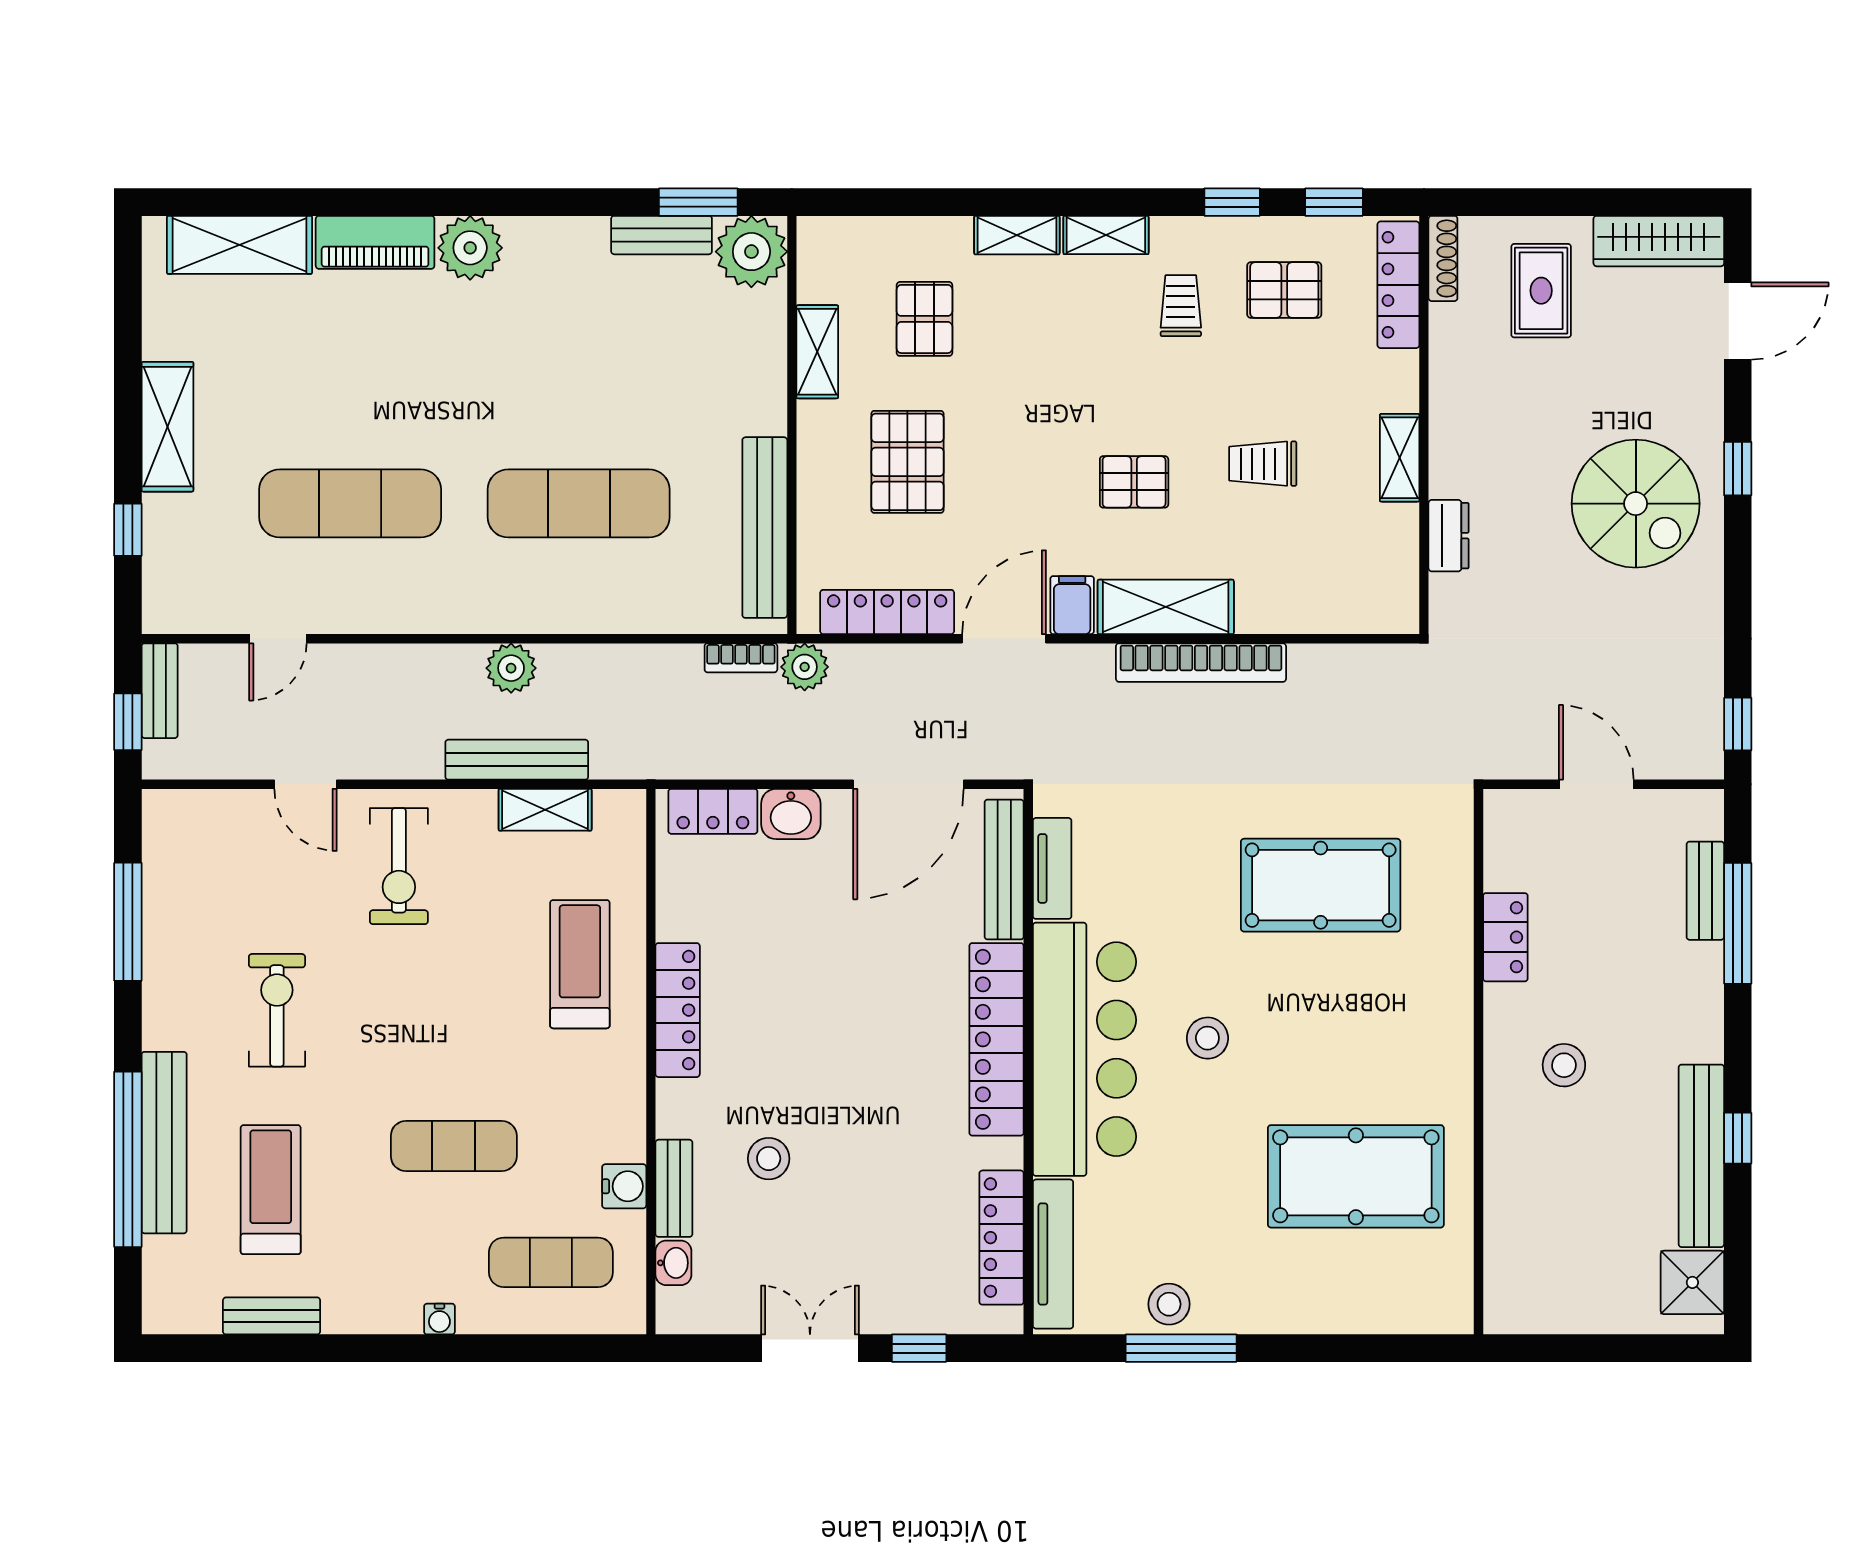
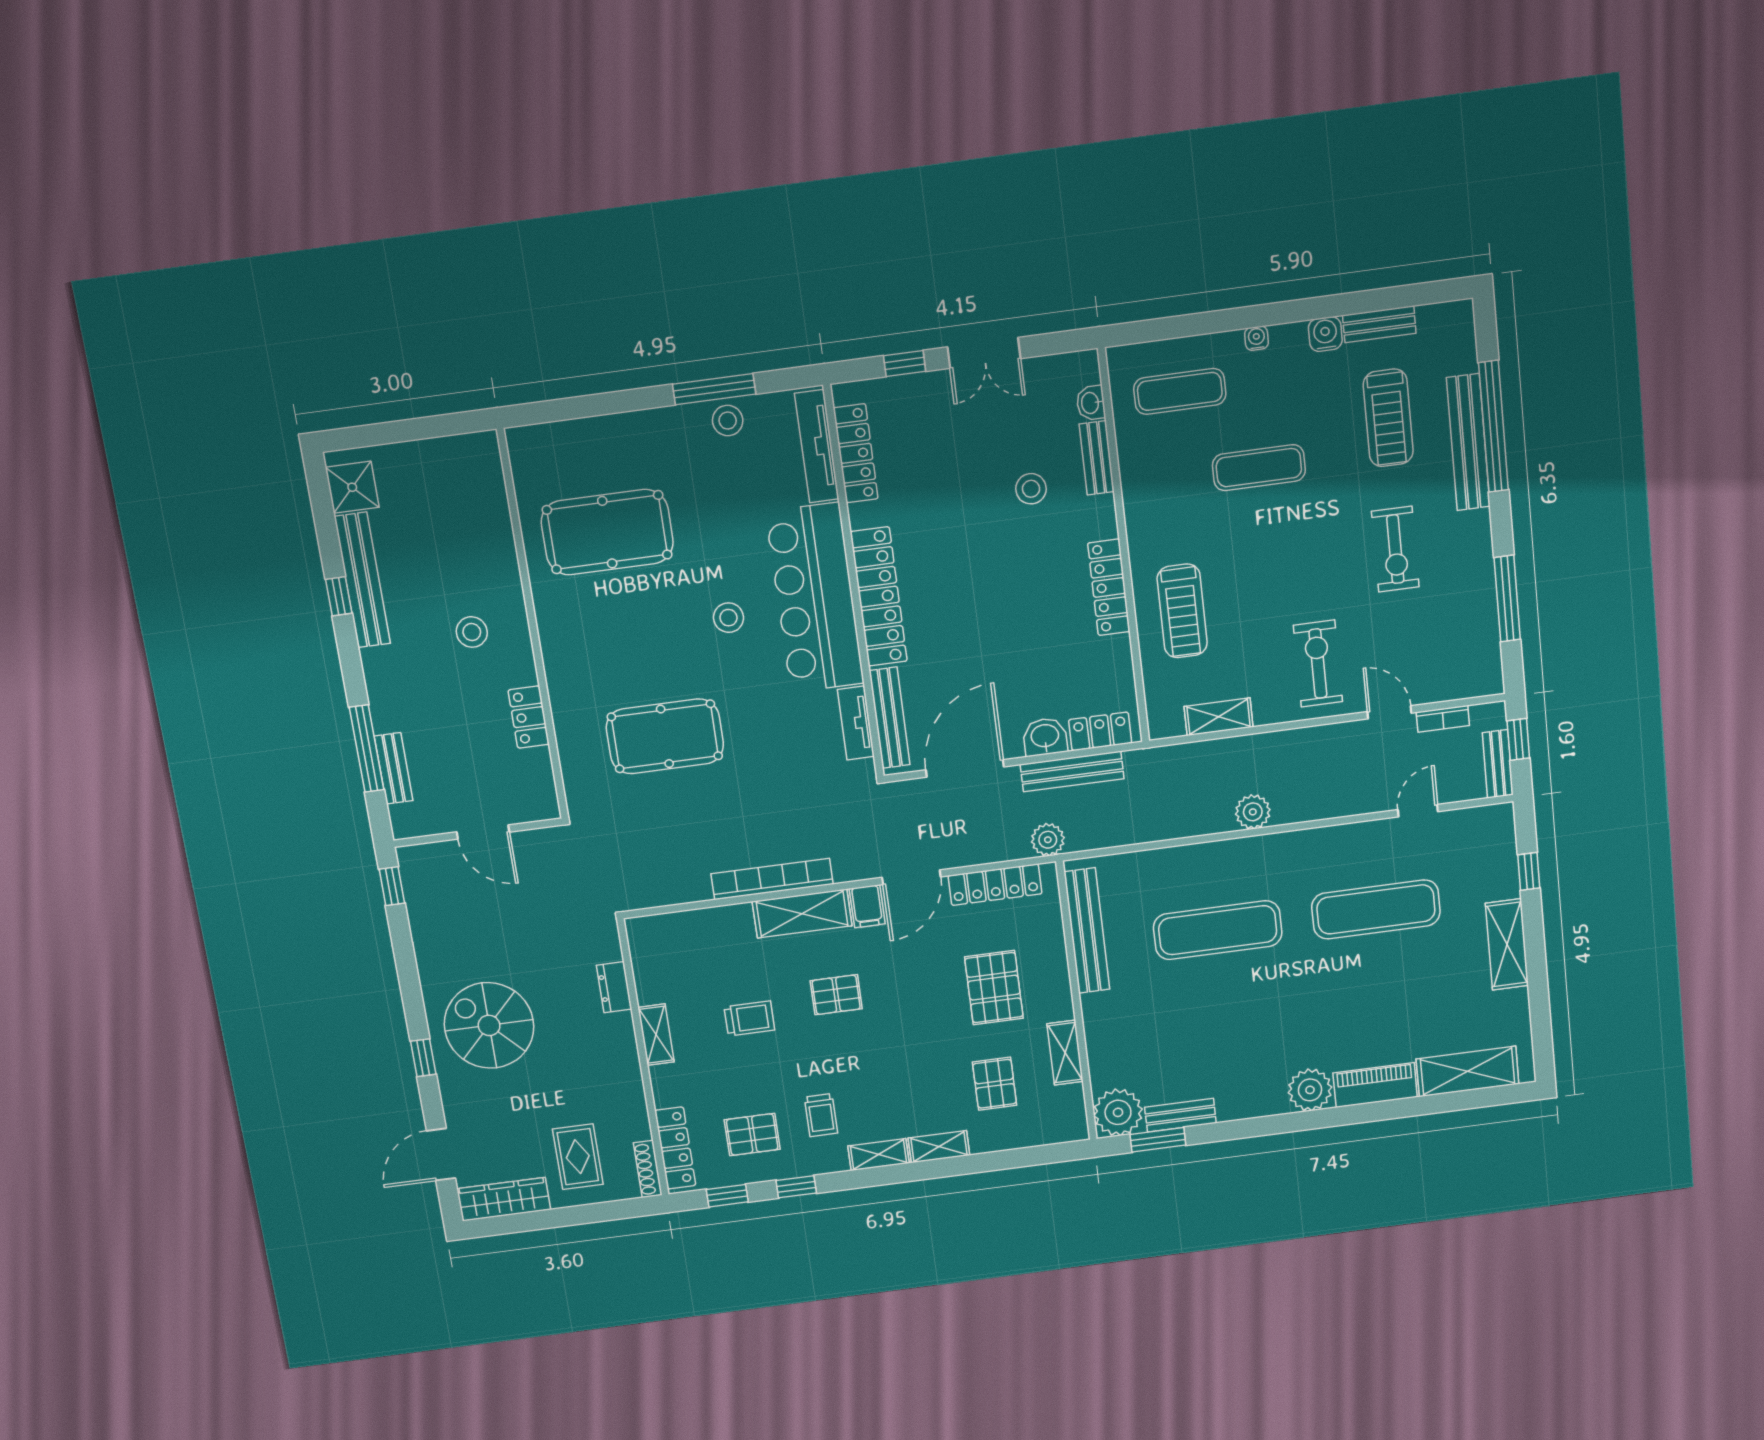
bookcase: (741, 658) -> (1443, 719), moved, turned 180
bench: (517, 760) -> (1072, 772), moved
water cooler: (624, 1186) -> (1325, 334), moved, turned 90

